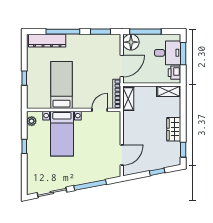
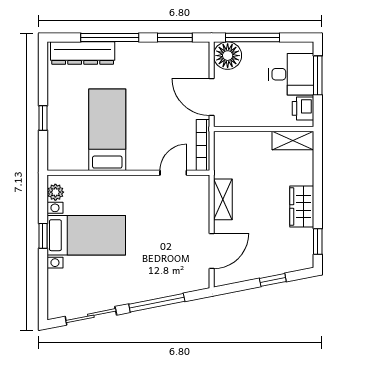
door: (122, 66) -> (212, 97), swing flipped
shelving: (128, 99) -> (223, 199), moved
bed with nightstands: (62, 134) -> (86, 235), moved, turned -90

